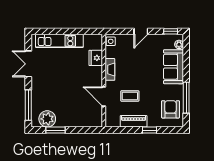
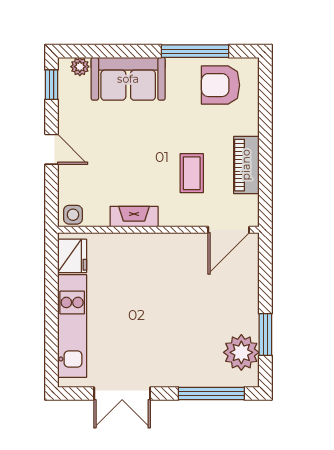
fridge: (96, 58) -> (72, 256), moved, turned -90
door: (104, 97) -> (229, 230), moved
window: (150, 130) -> (265, 131), removed

